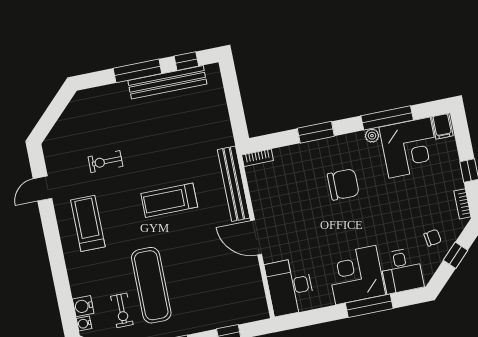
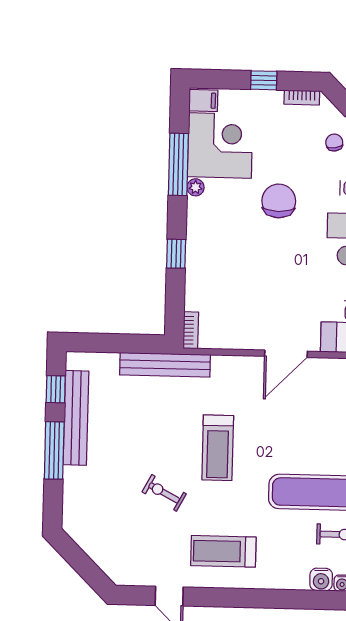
window: (316, 132) -> (176, 254), width x0.67
exercise bike: (105, 162) -> (164, 493), moved, turned 118
bench: (234, 184) -> (165, 365), moved
chair: (343, 184) -> (279, 201), moved

